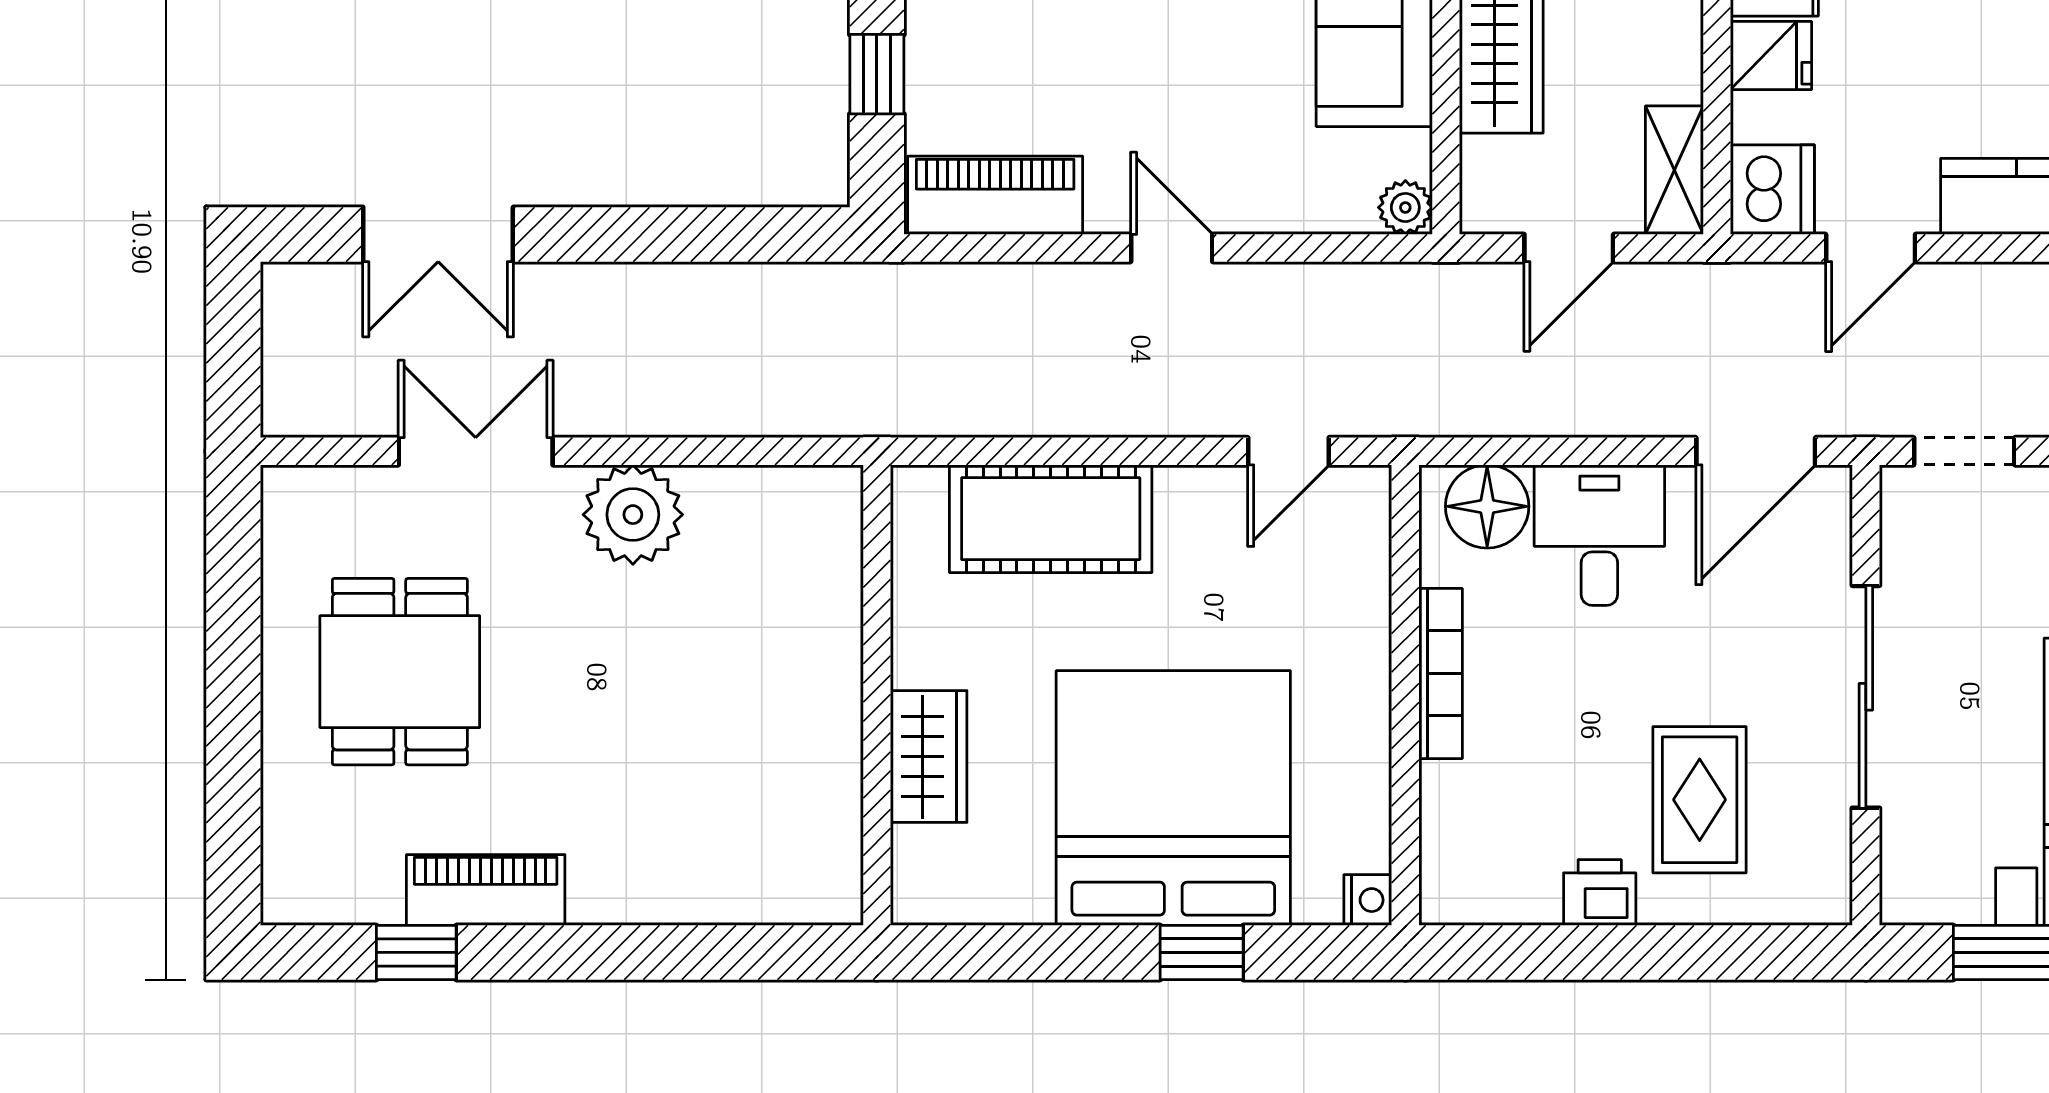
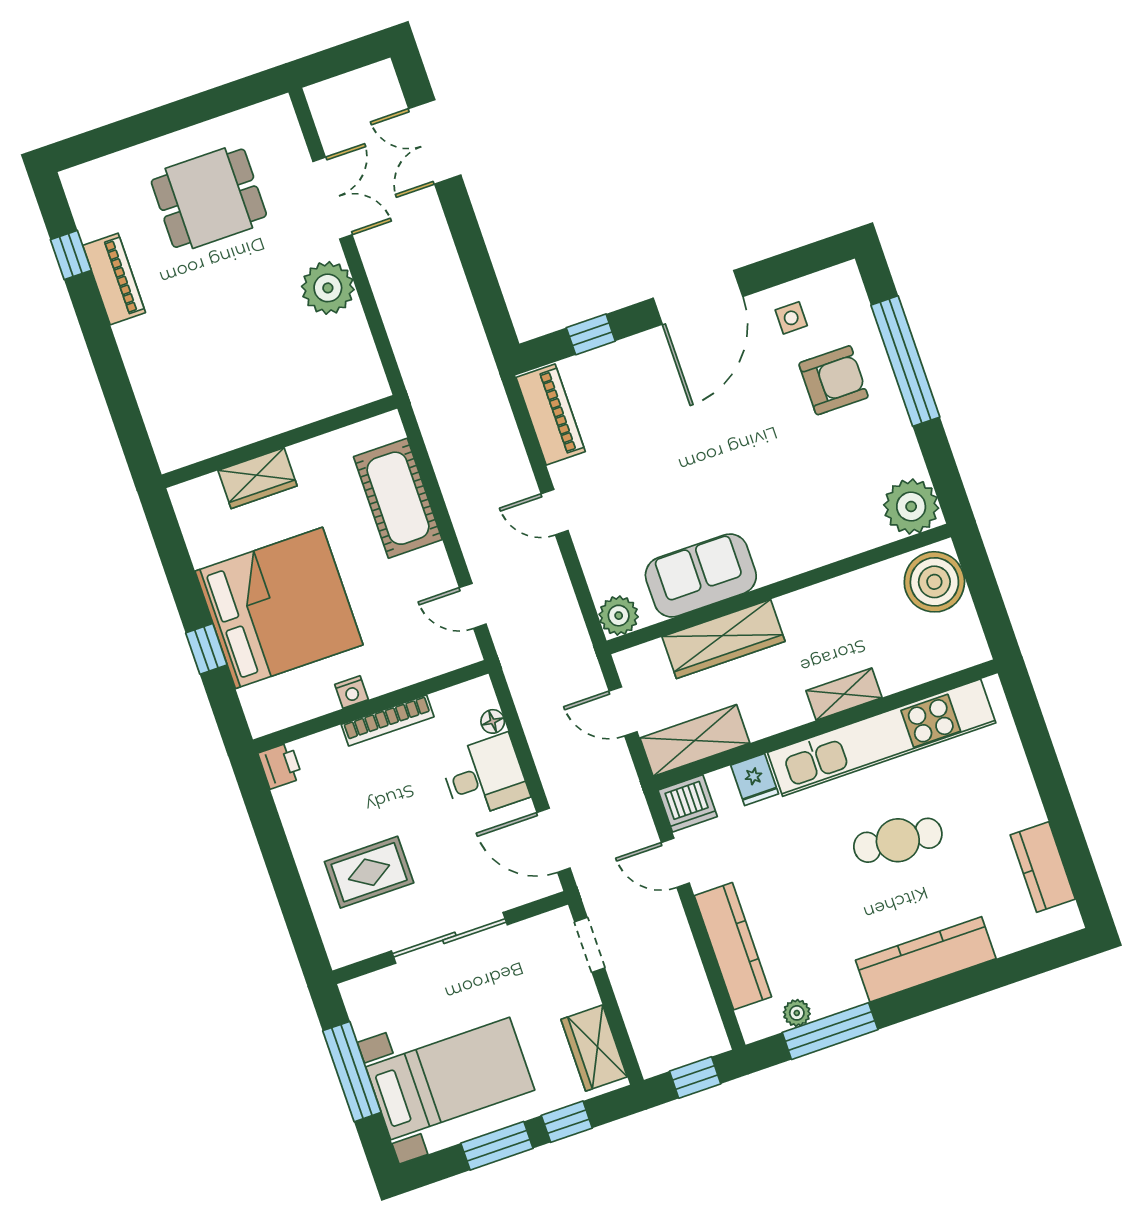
shelving: (1674, 170) -> (695, 740), width x1.50, depth x1.33
plant: (1405, 207) -> (619, 616), width x1.38, depth x1.38
door: (1172, 248) -> (555, 512), swing flipped
floor lamp: (1487, 506) -> (493, 721), width x0.53, depth x0.53
printer: (1600, 893) -> (280, 766), moved
nightstand: (1368, 900) -> (352, 692), moved

